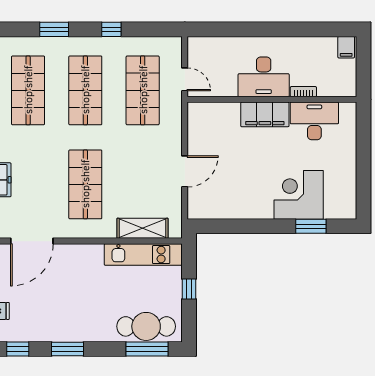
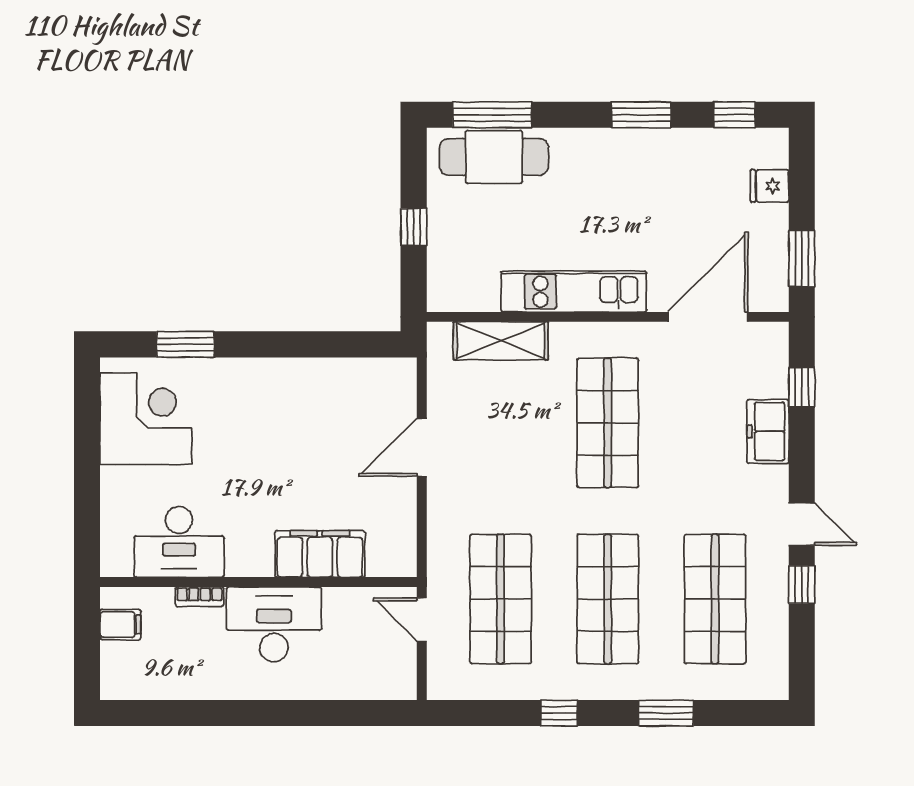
filing cabinet: (346, 47) -> (120, 625), moved, turned 90
filing cabinet: (265, 114) -> (320, 554), moved
corner desk: (299, 195) -> (146, 419), moved, turned -90
kitchen unit: (143, 255) -> (574, 292), moved

